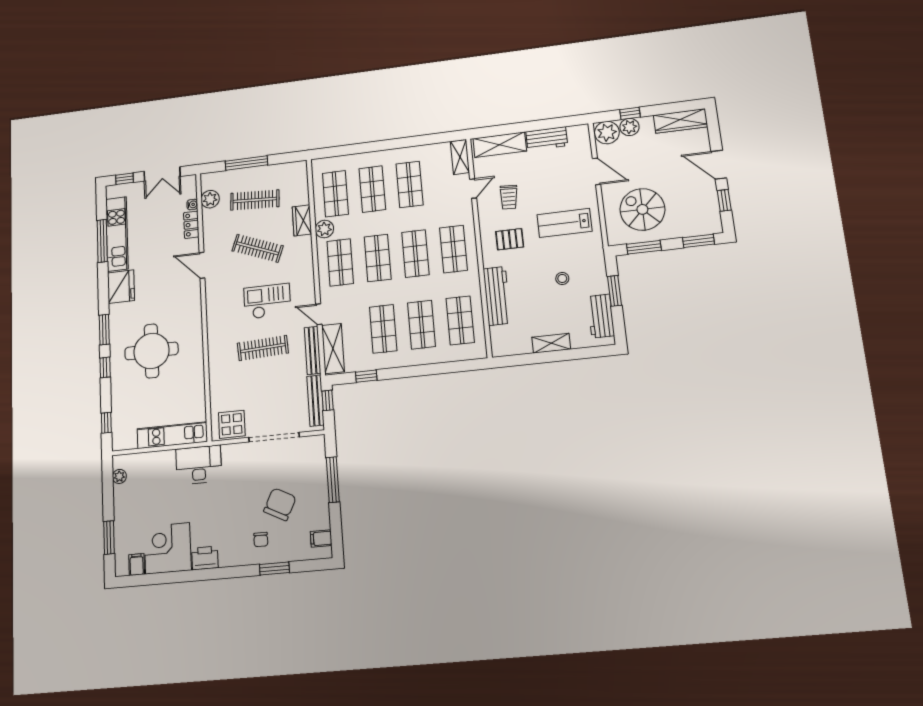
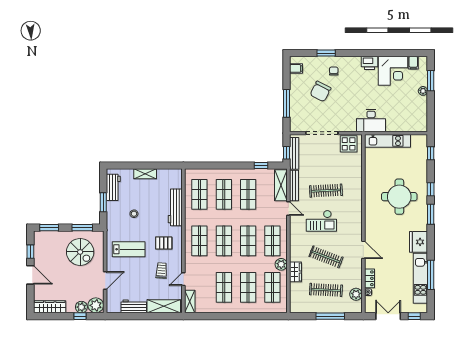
door: (596, 171) -> (105, 280), swing flipped
plant: (119, 476) -> (423, 91), moved

